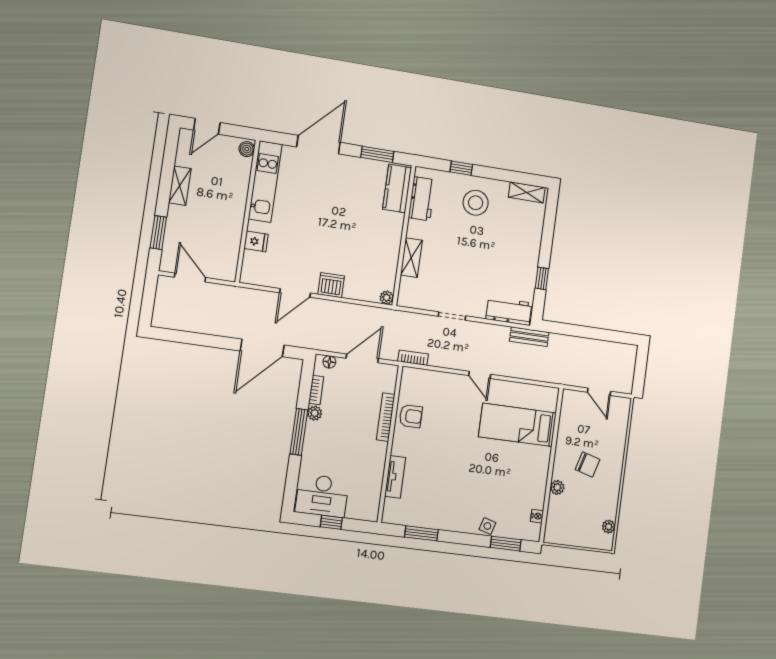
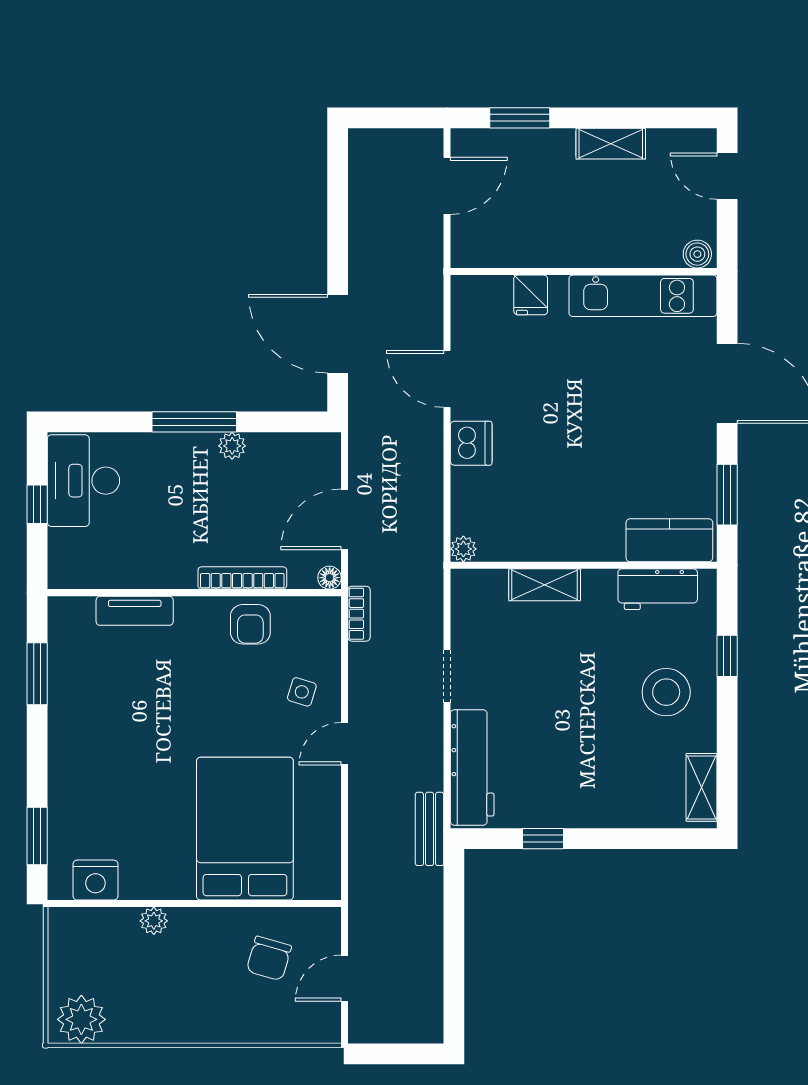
workbench: (509, 311) -> (472, 768), width x1.38
door: (362, 358) -> (345, 519), swing flipped
floor lamp: (329, 362) -> (330, 578), moved
bookcase: (316, 390) -> (275, 443), removed
bed: (517, 425) -> (245, 829), width x1.50
chair: (588, 464) -> (269, 958), moved
nightstand: (537, 516) -> (95, 880), width x1.89, depth x1.79
side table: (487, 526) -> (302, 692), moved
plant: (609, 527) -> (81, 1019), width x1.88, depth x1.88

